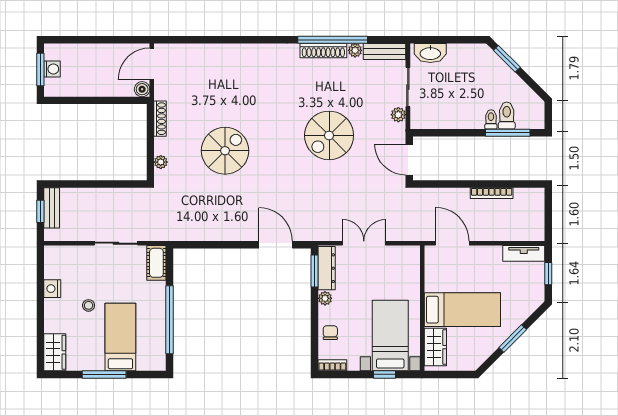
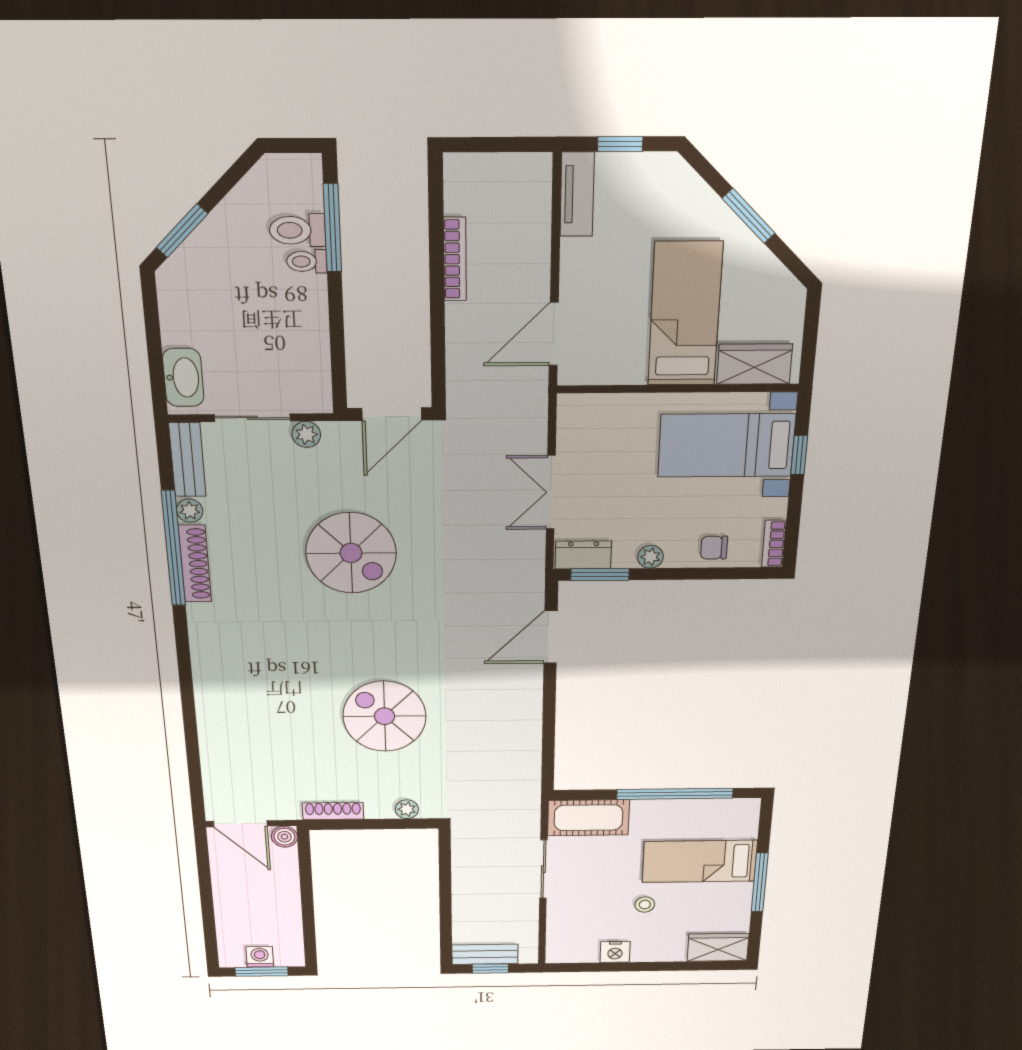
cot: (156, 263) -> (588, 818), width x1.37, depth x1.34
dresser: (327, 268) -> (583, 555), width x0.70

